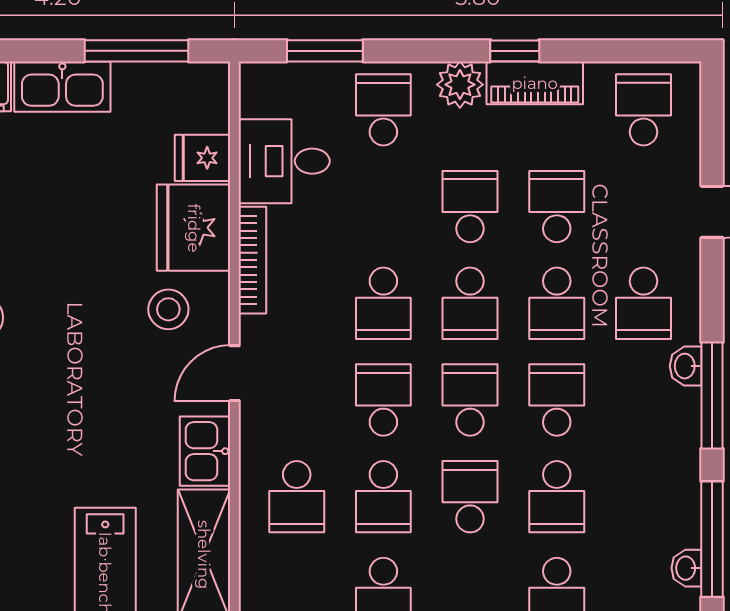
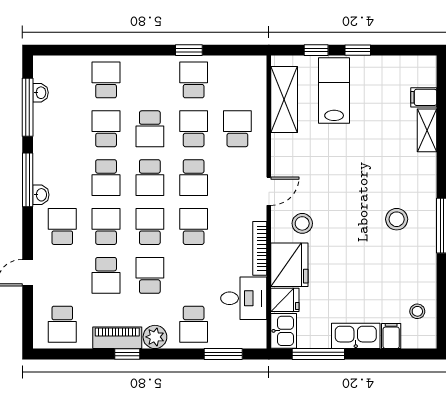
school desk: (470, 207) -> (150, 275), turned 180
kitchen sink: (205, 451) -> (284, 331), moved

